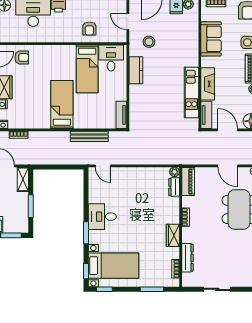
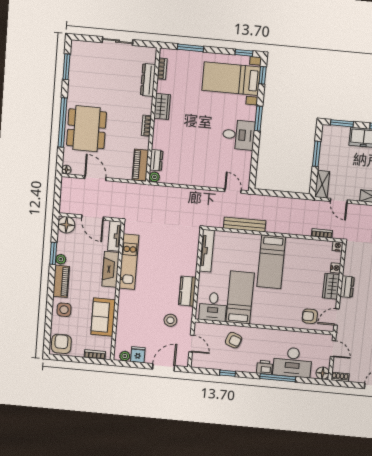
armchair: (89, 29) -> (234, 340), turned 110
tv unit: (121, 115) -> (207, 251), width x1.41

